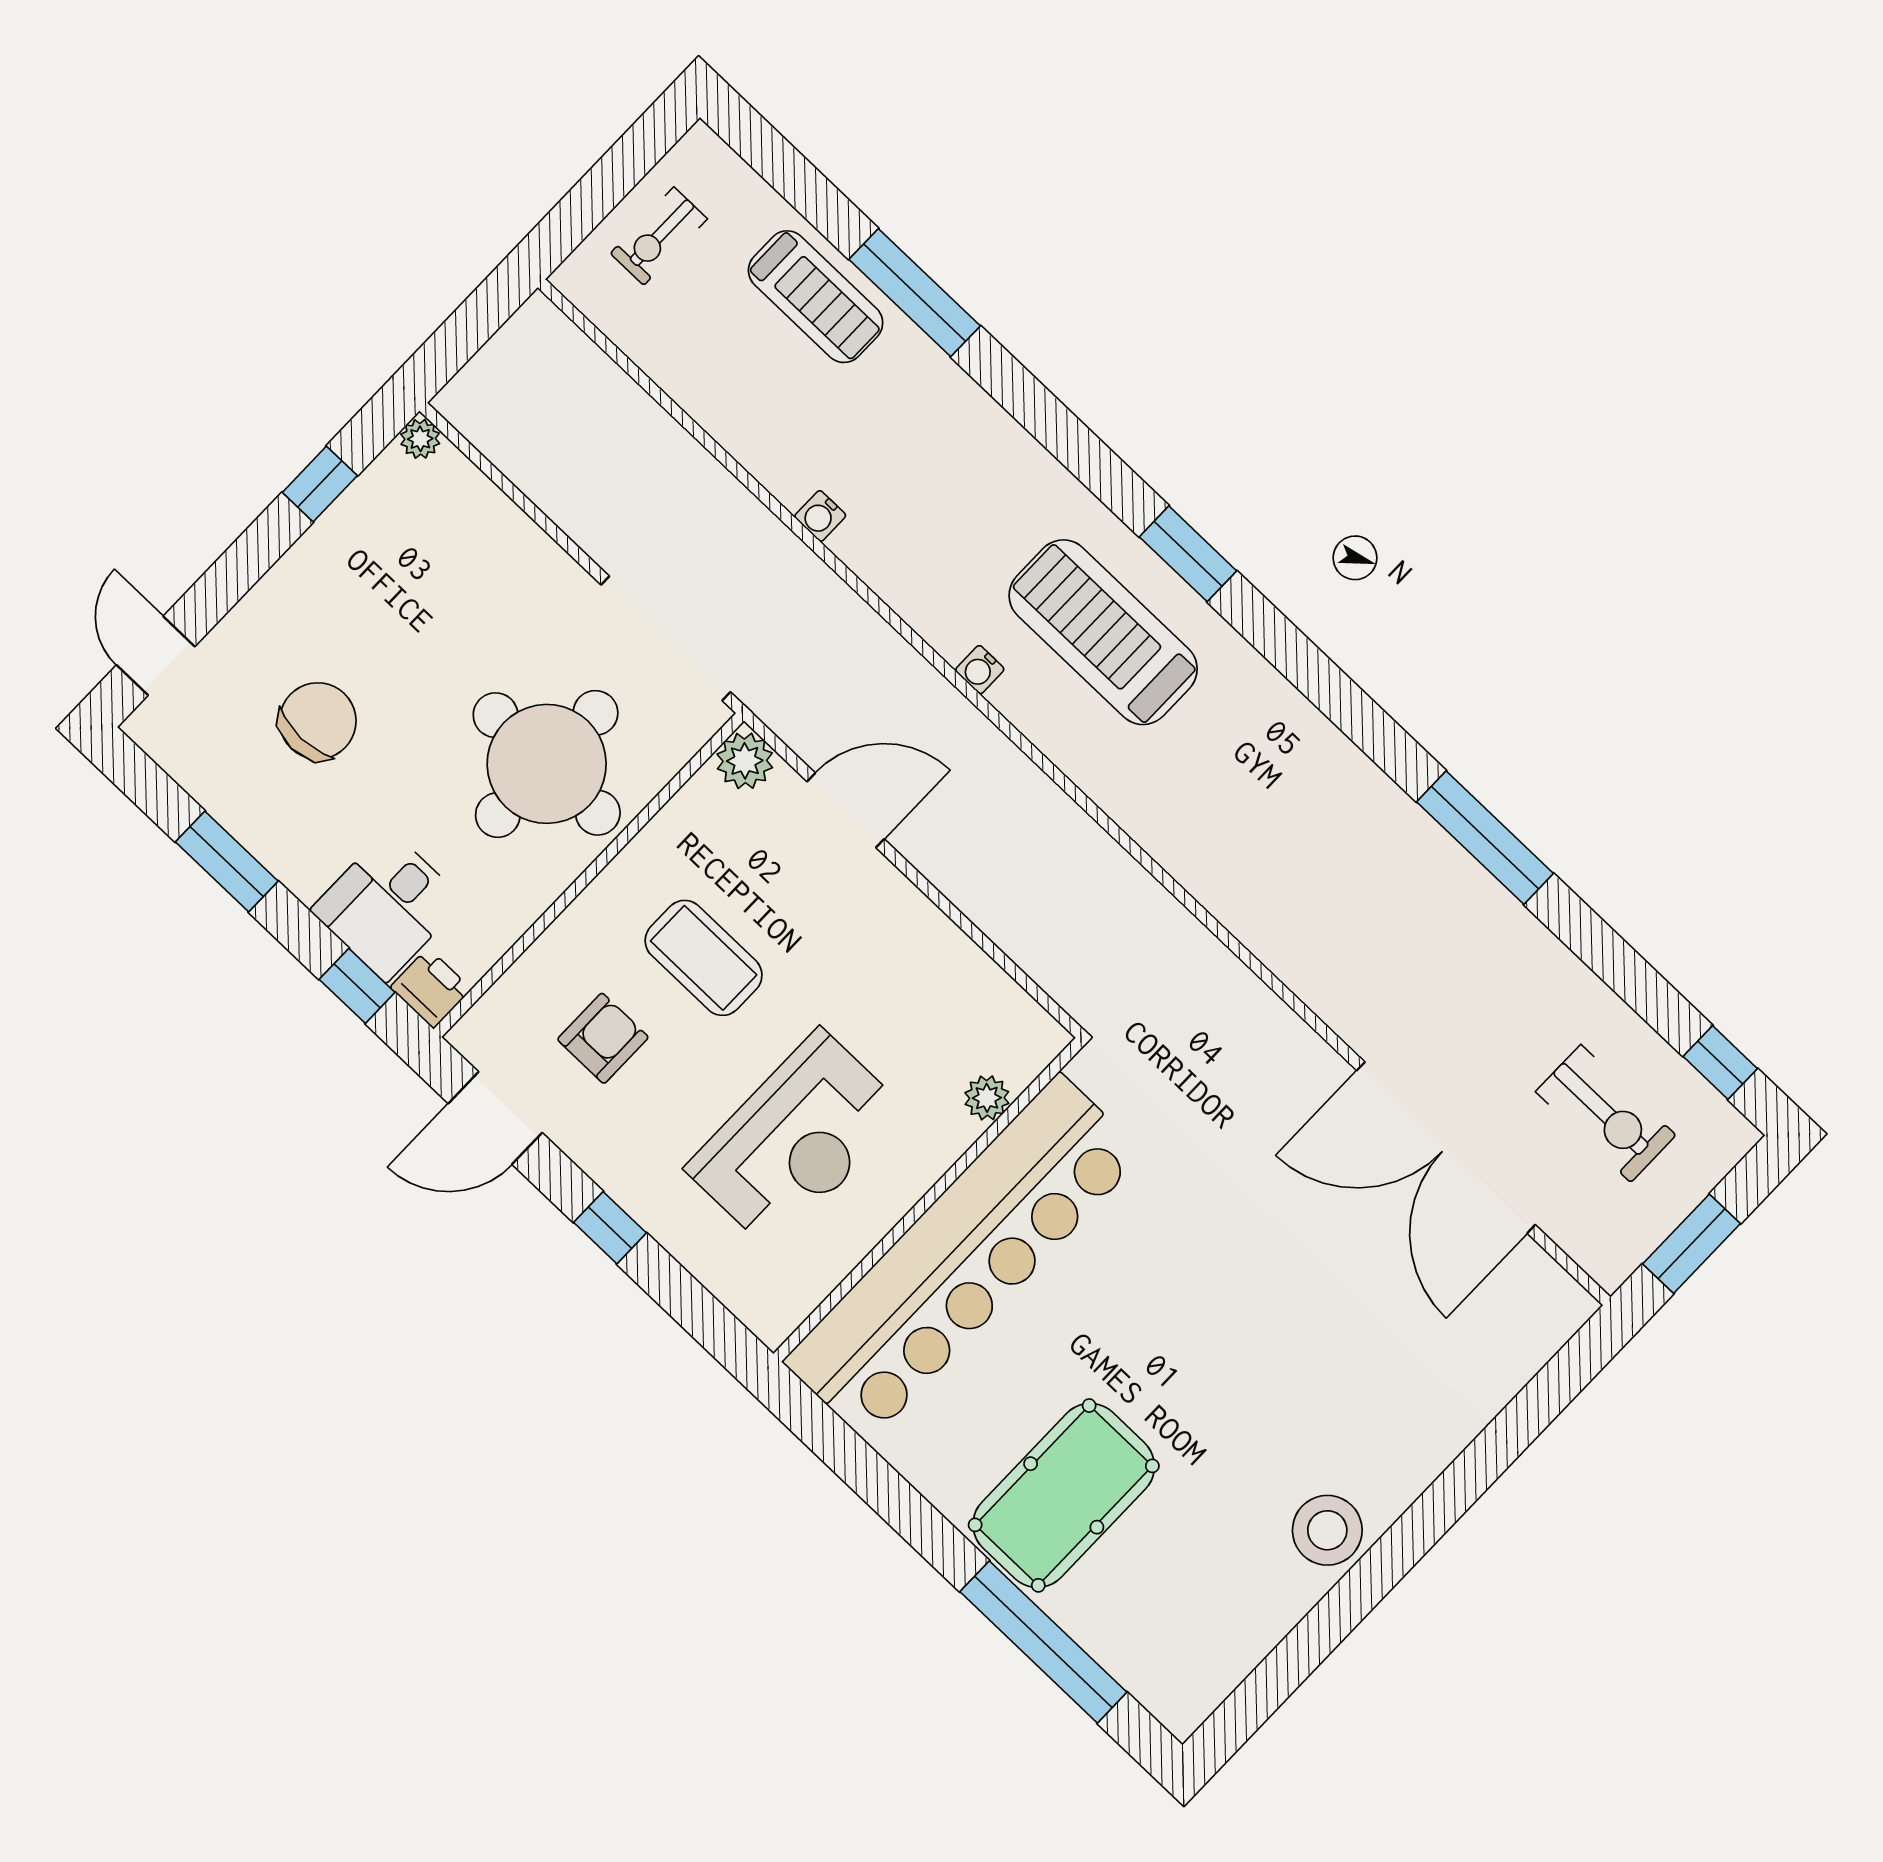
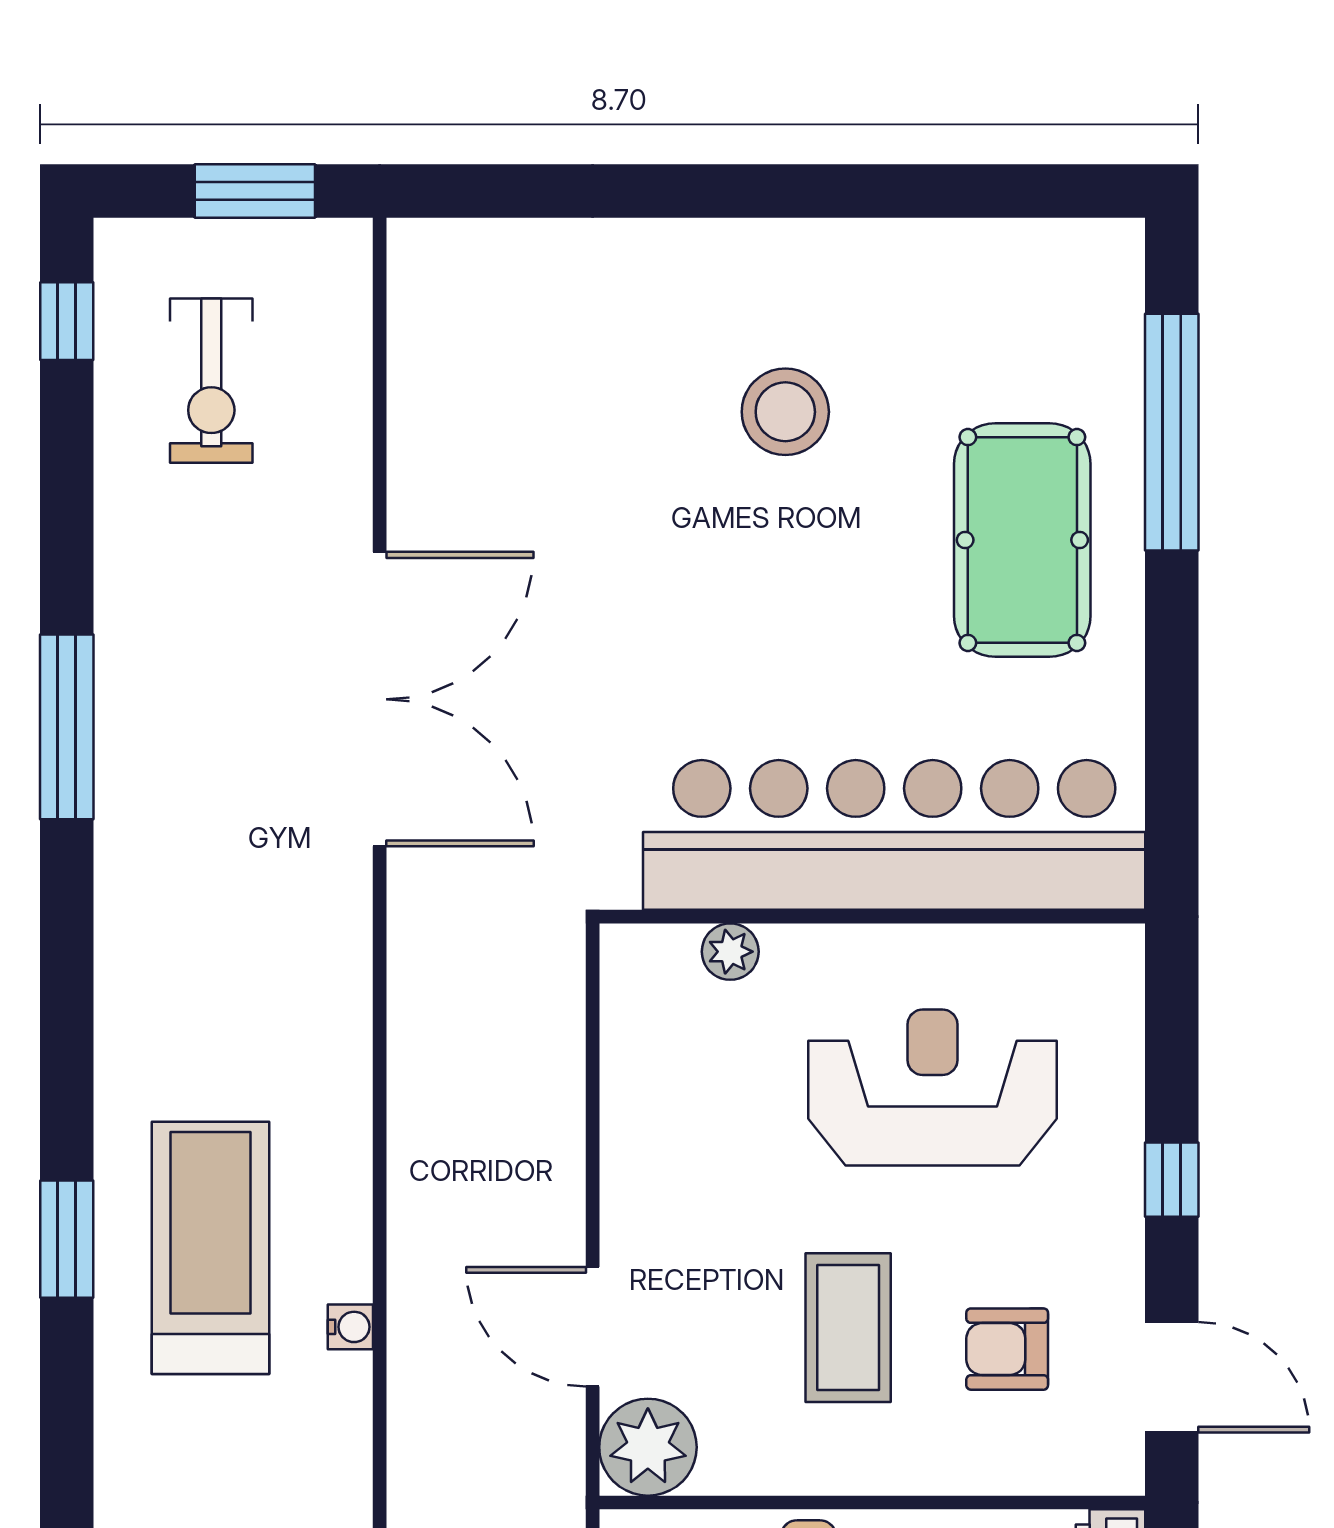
treadmill: (1103, 632) -> (210, 1248), turned 180
plant: (745, 761) -> (648, 1447), width x1.36, depth x1.36
exercise bike: (1606, 1113) -> (211, 381), turned 180
double door: (1446, 1148) -> (380, 699), moved
pool table: (1064, 1495) -> (1022, 540), turned 90
stool: (1327, 1530) -> (785, 412), moved

